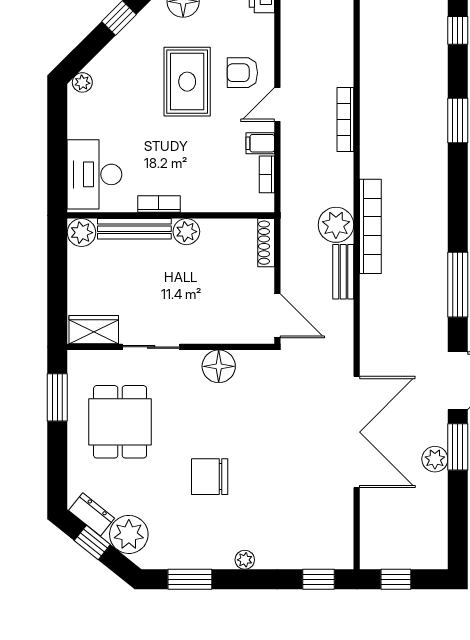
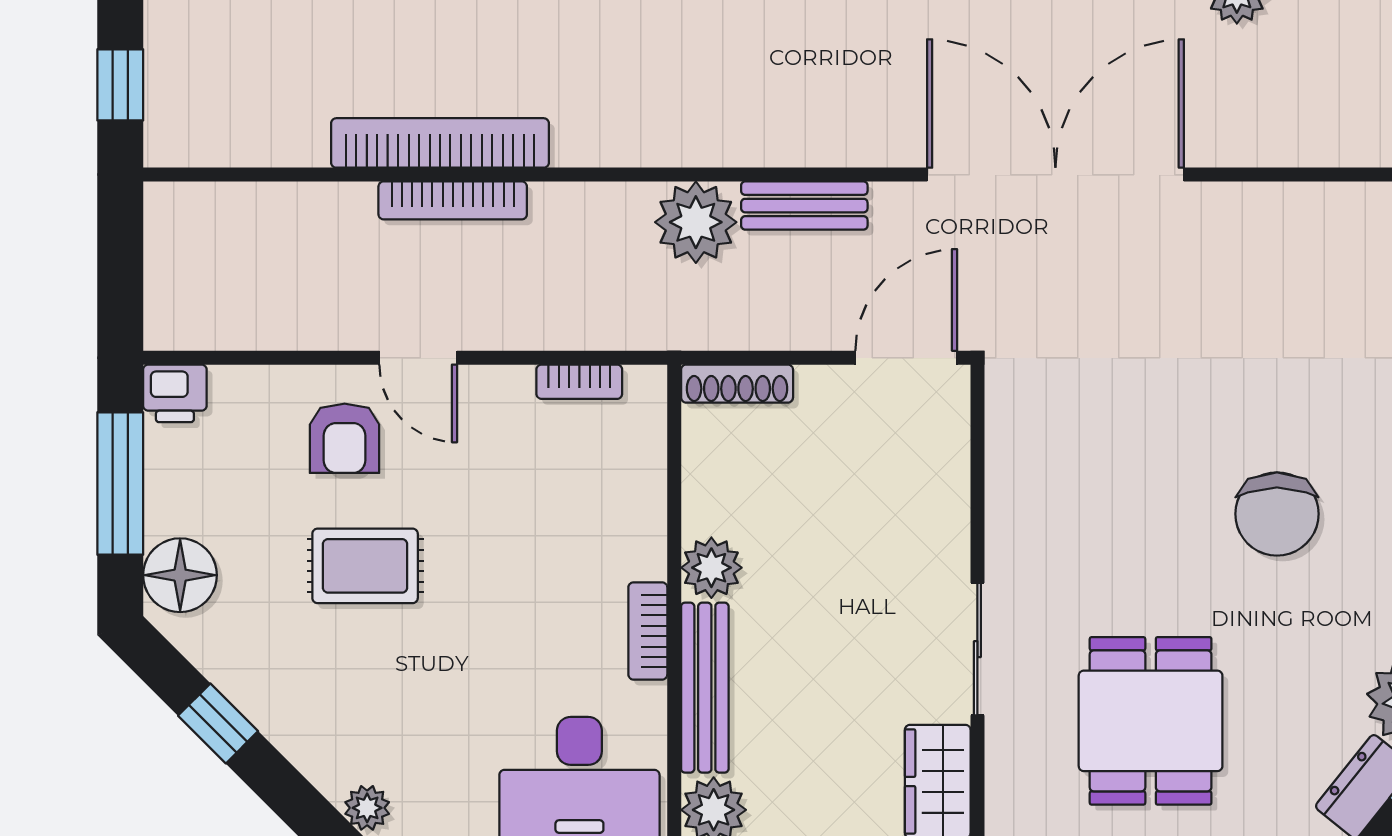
rug: (187, 82) -> (365, 566), width x0.73, depth x0.70
filing cabinet: (260, 143) -> (507, 397), removed
bookcase: (370, 226) -> (440, 143), moved
floor lamp: (219, 366) -> (1022, 493), removed
dining table: (120, 422) -> (1151, 721), turned 90
double door: (357, 432) -> (1055, 175), moved

